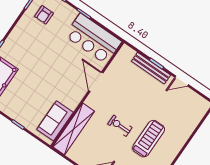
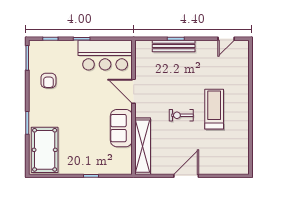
armchair: (44, 15) -> (48, 80), moved
door: (182, 81) -> (226, 39), moved
sofa: (55, 121) -> (121, 128), moved

